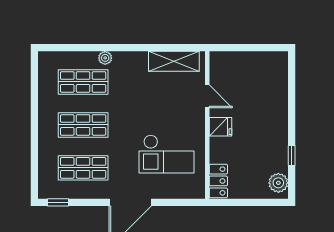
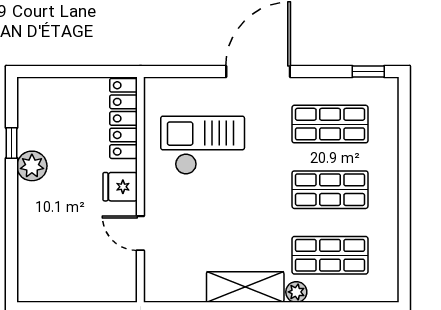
shelving: (174, 61) -> (245, 287), moved
locker: (218, 181) -> (124, 118), width x1.53
plant: (278, 183) -> (32, 166), moved

